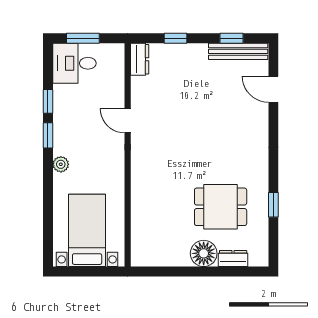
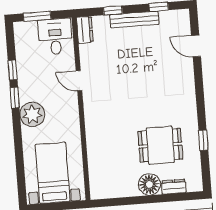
bench: (238, 51) -> (134, 20), moved
desk: (74, 63) -> (55, 37), moved, turned 90
plant: (61, 164) -> (32, 114), width x1.88, depth x1.88

